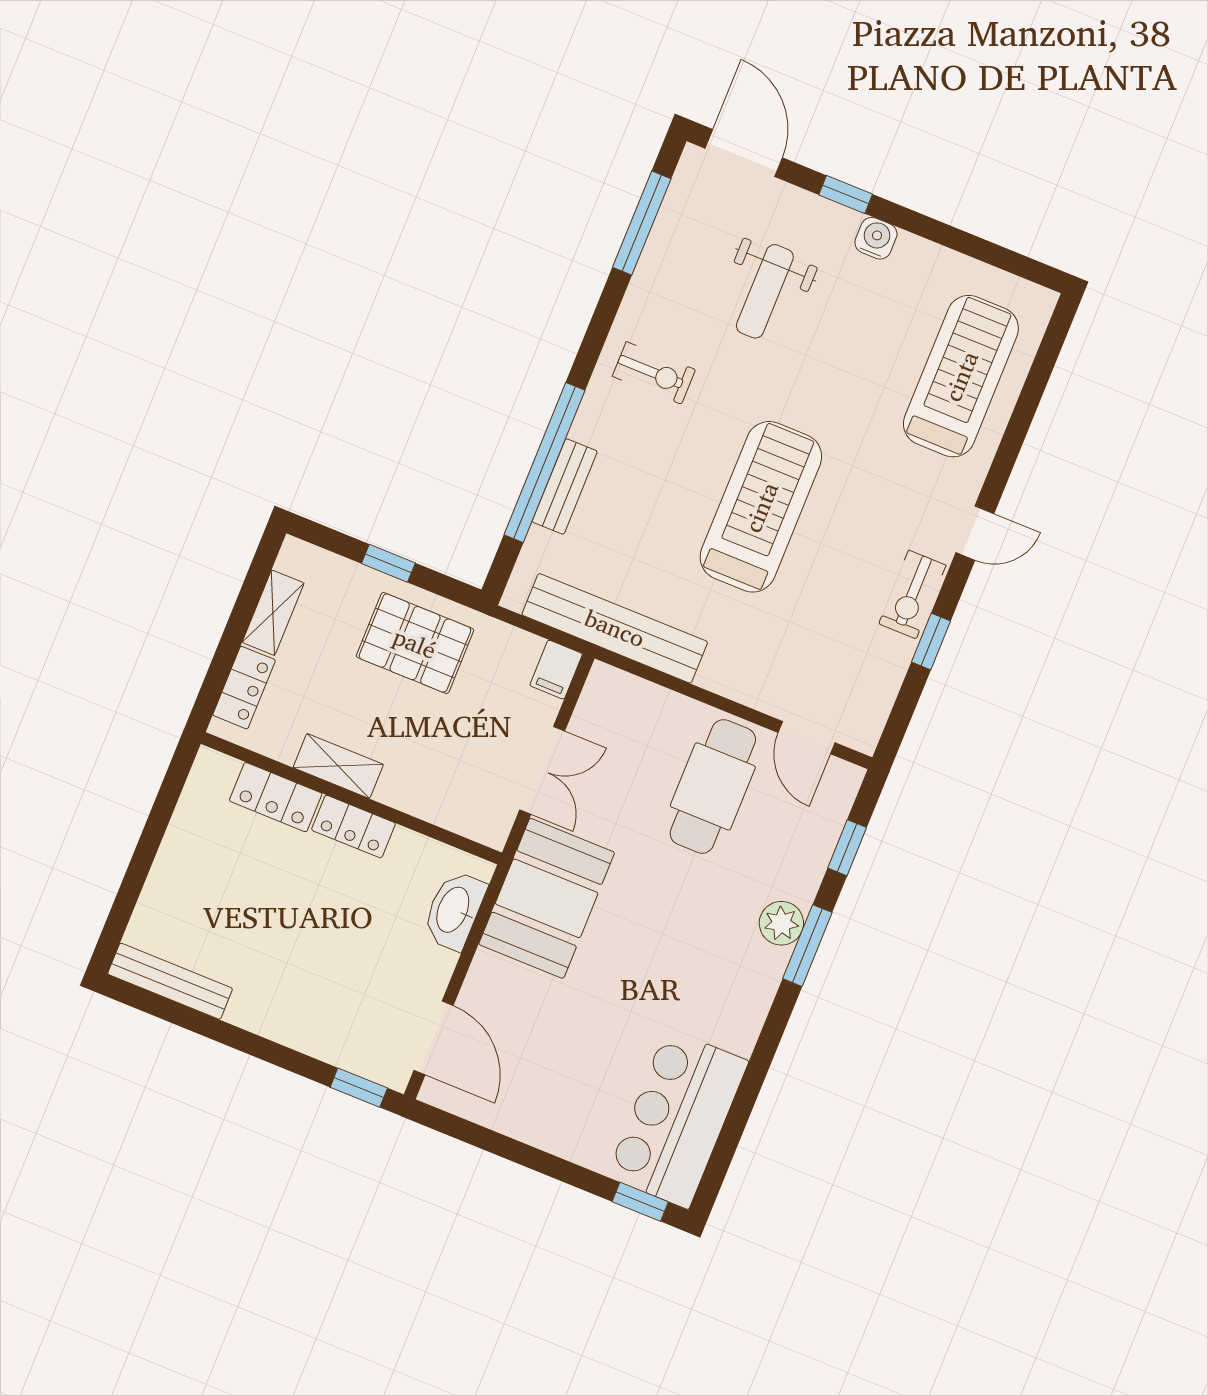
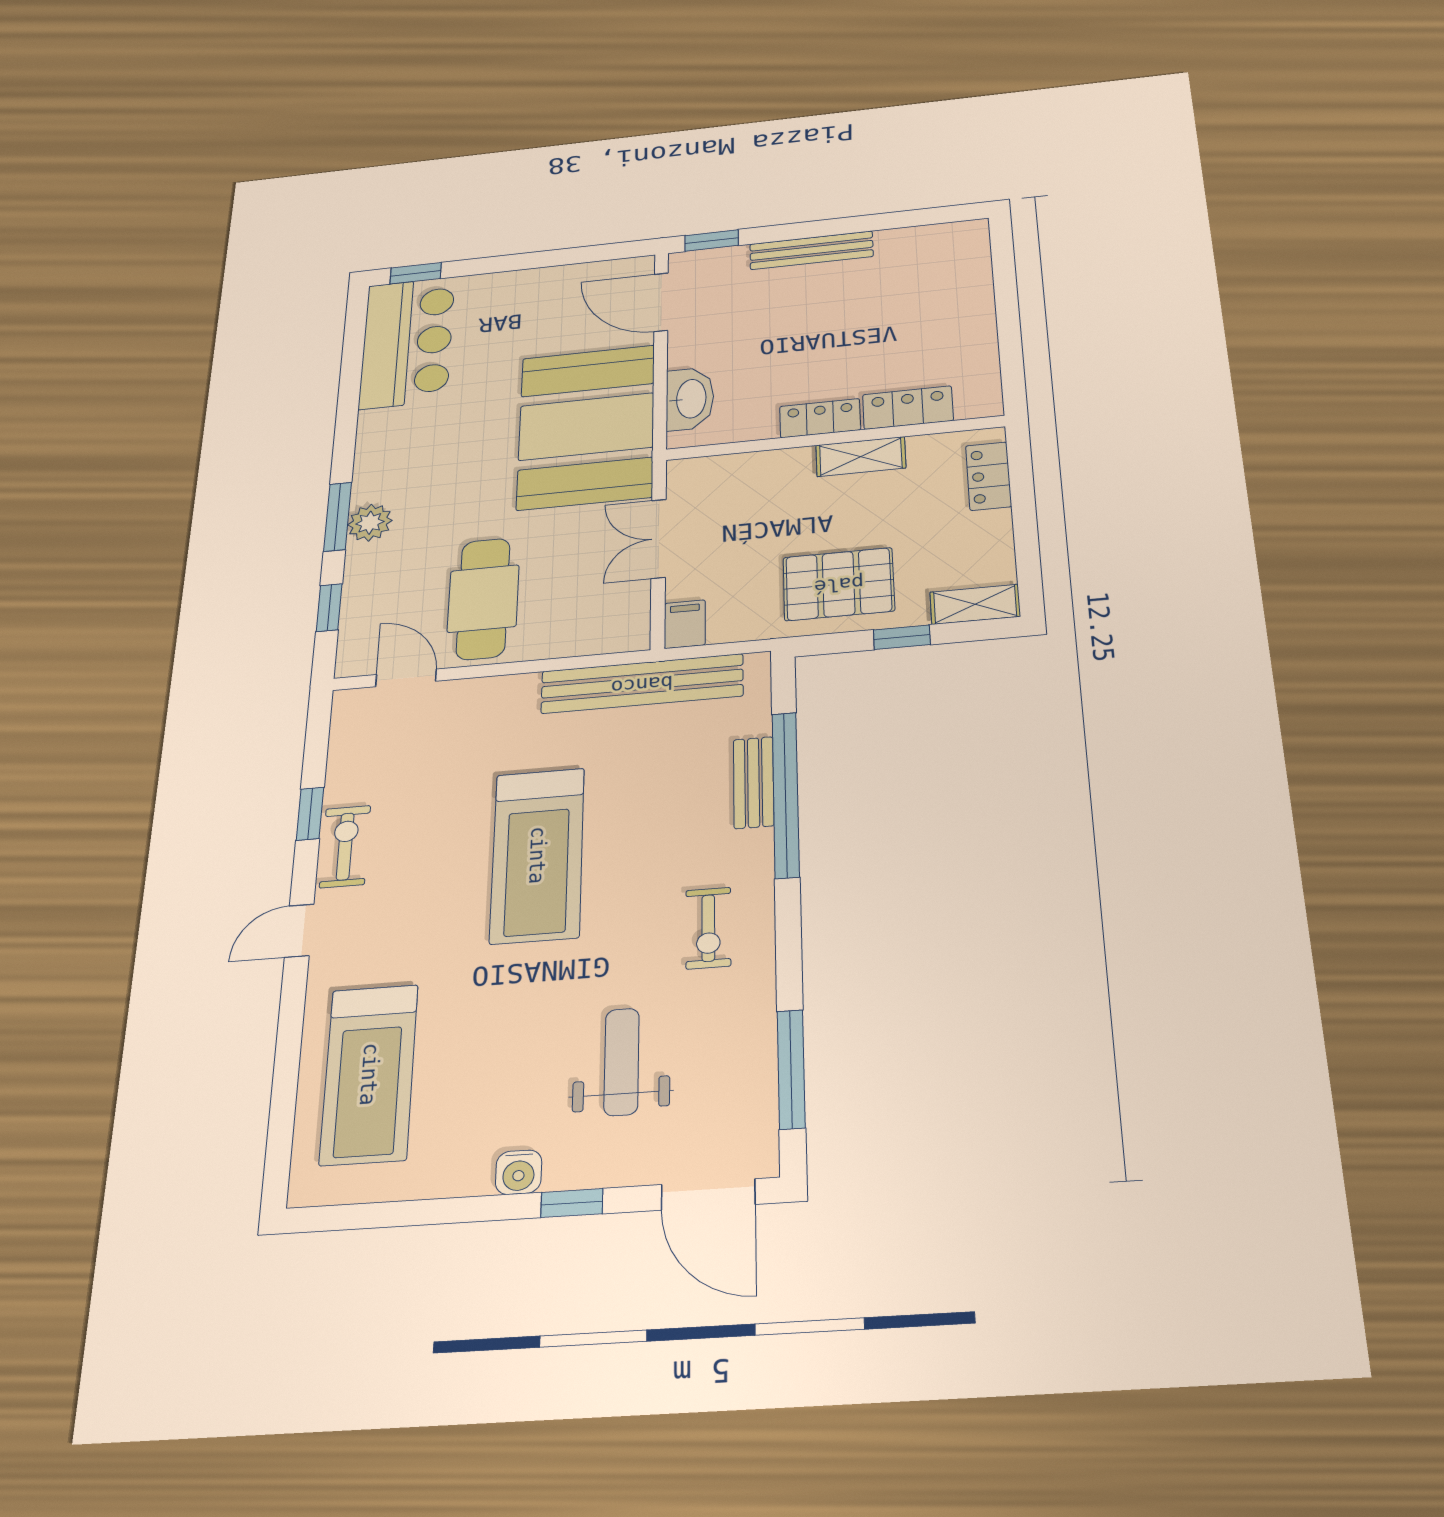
exercise bike: (654, 373) -> (708, 928), turned -90
shelving: (273, 613) -> (975, 604), moved, turned 90
booth: (547, 898) -> (586, 427), width x1.36, depth x1.42
bench: (170, 981) -> (811, 250), moved

